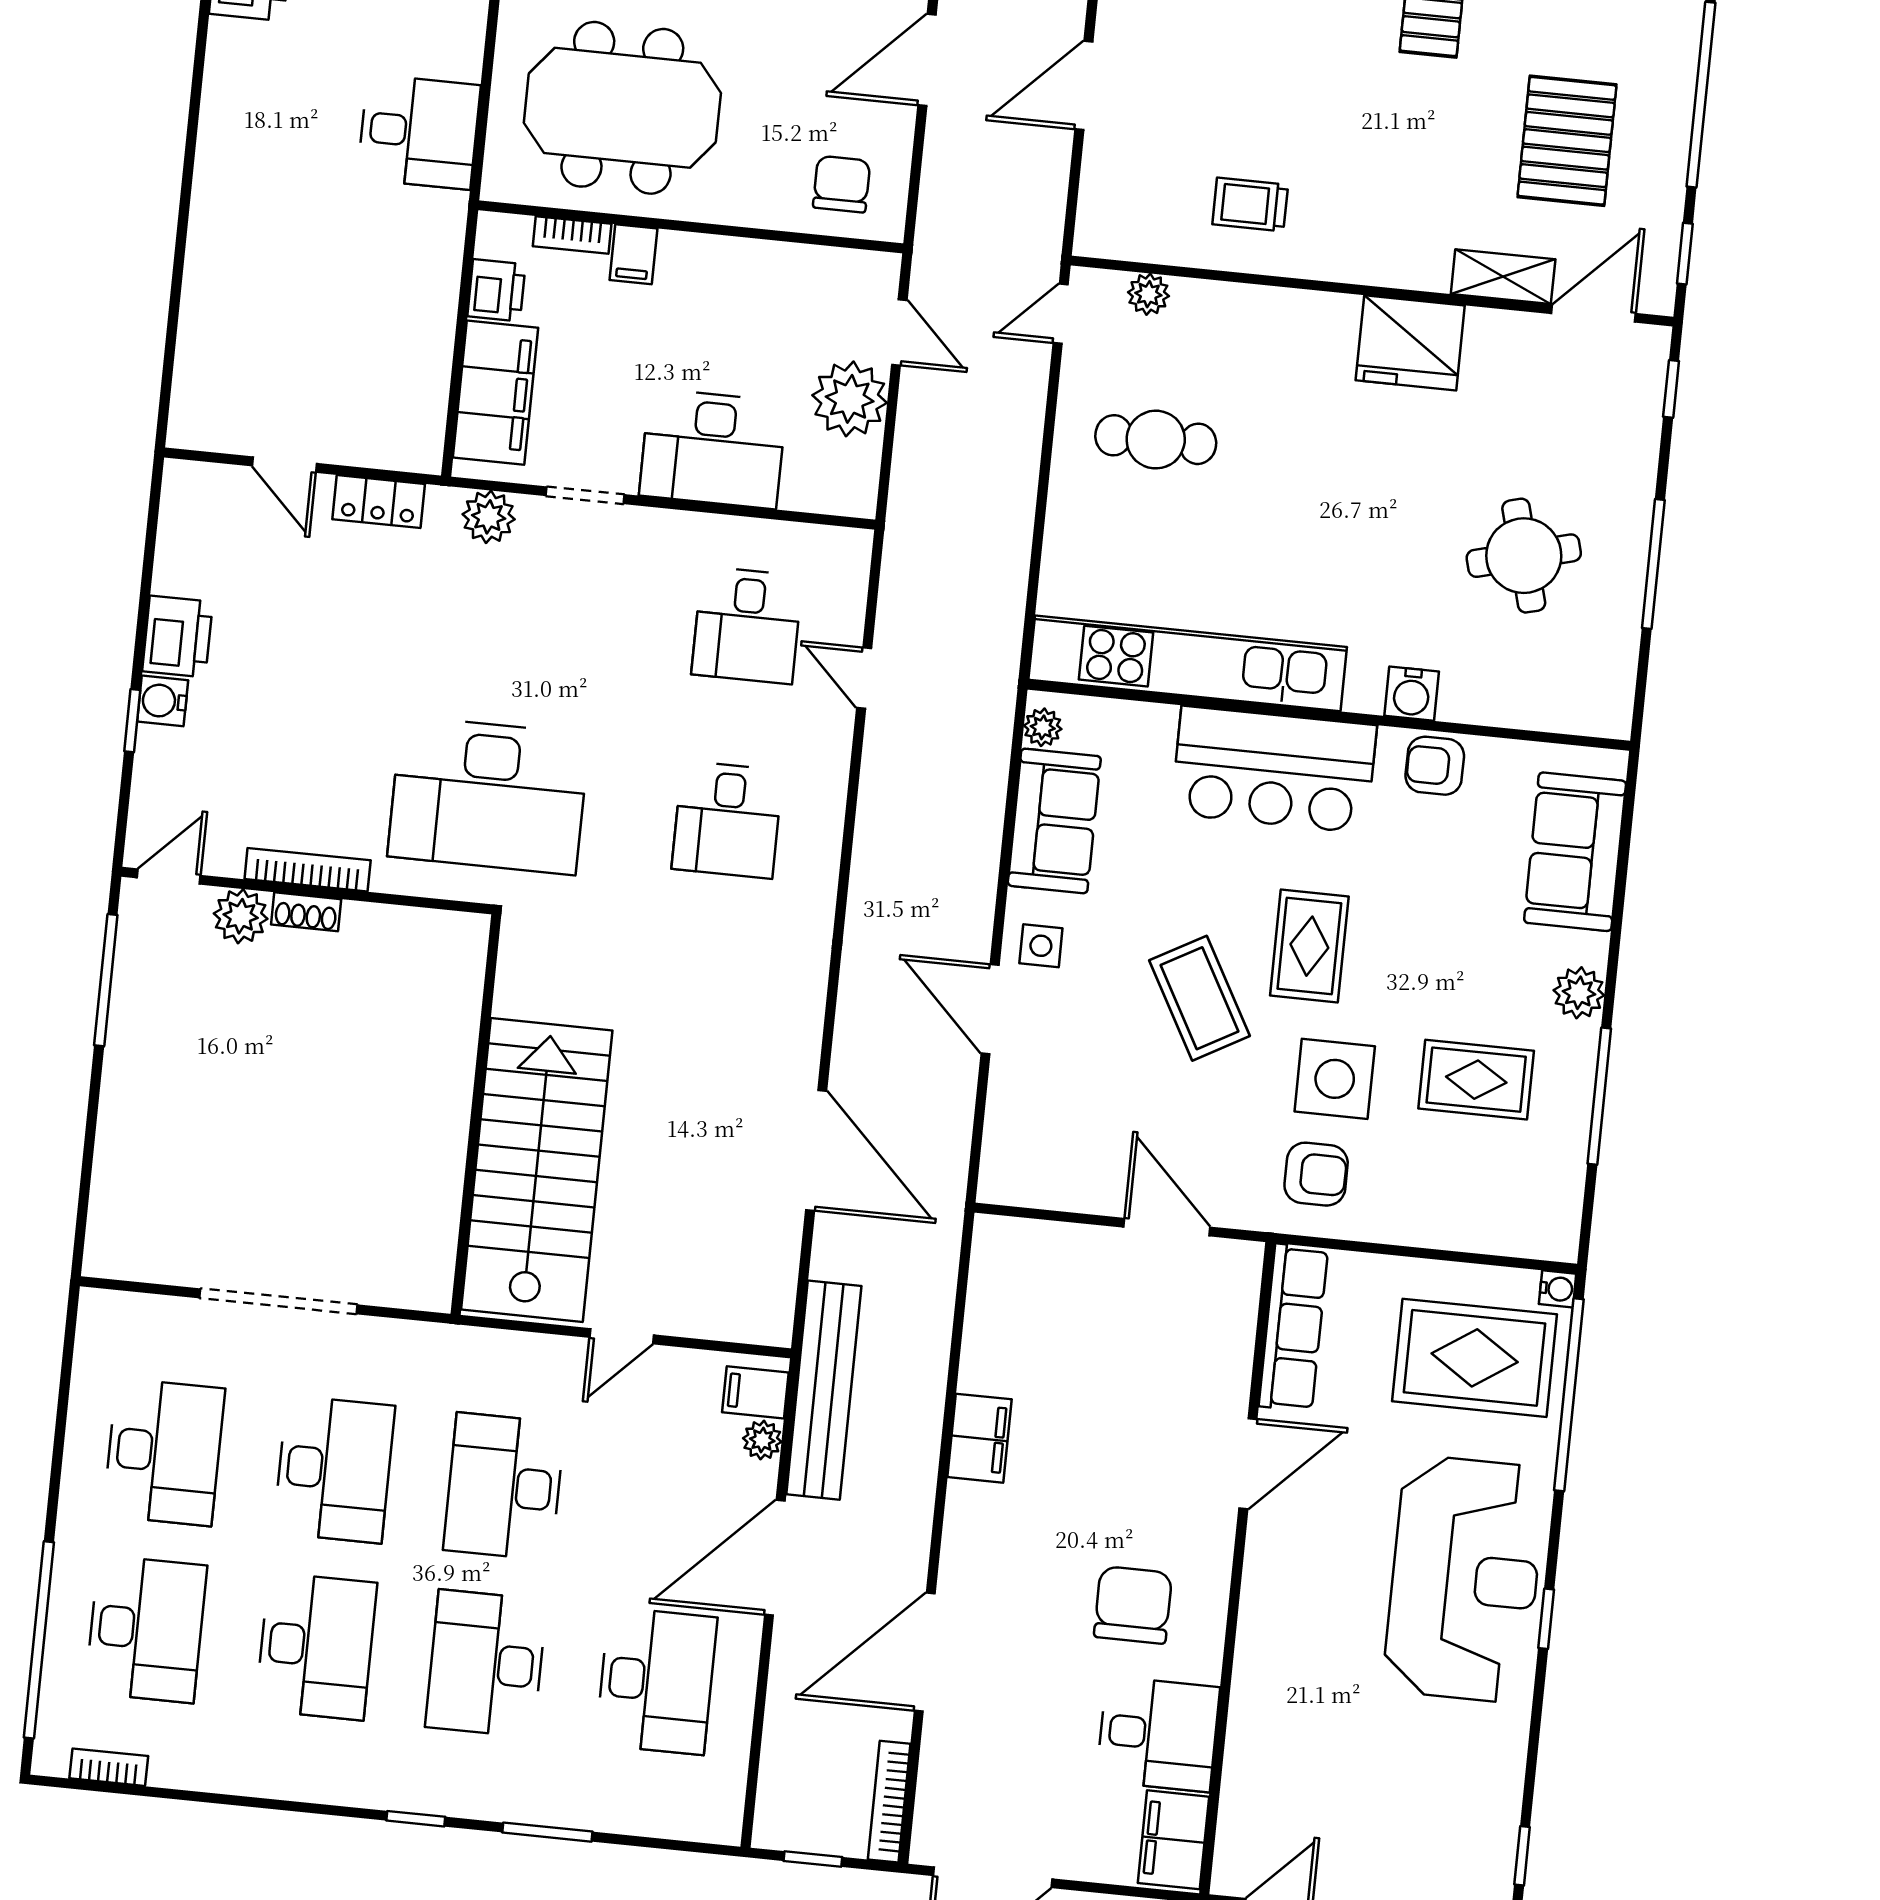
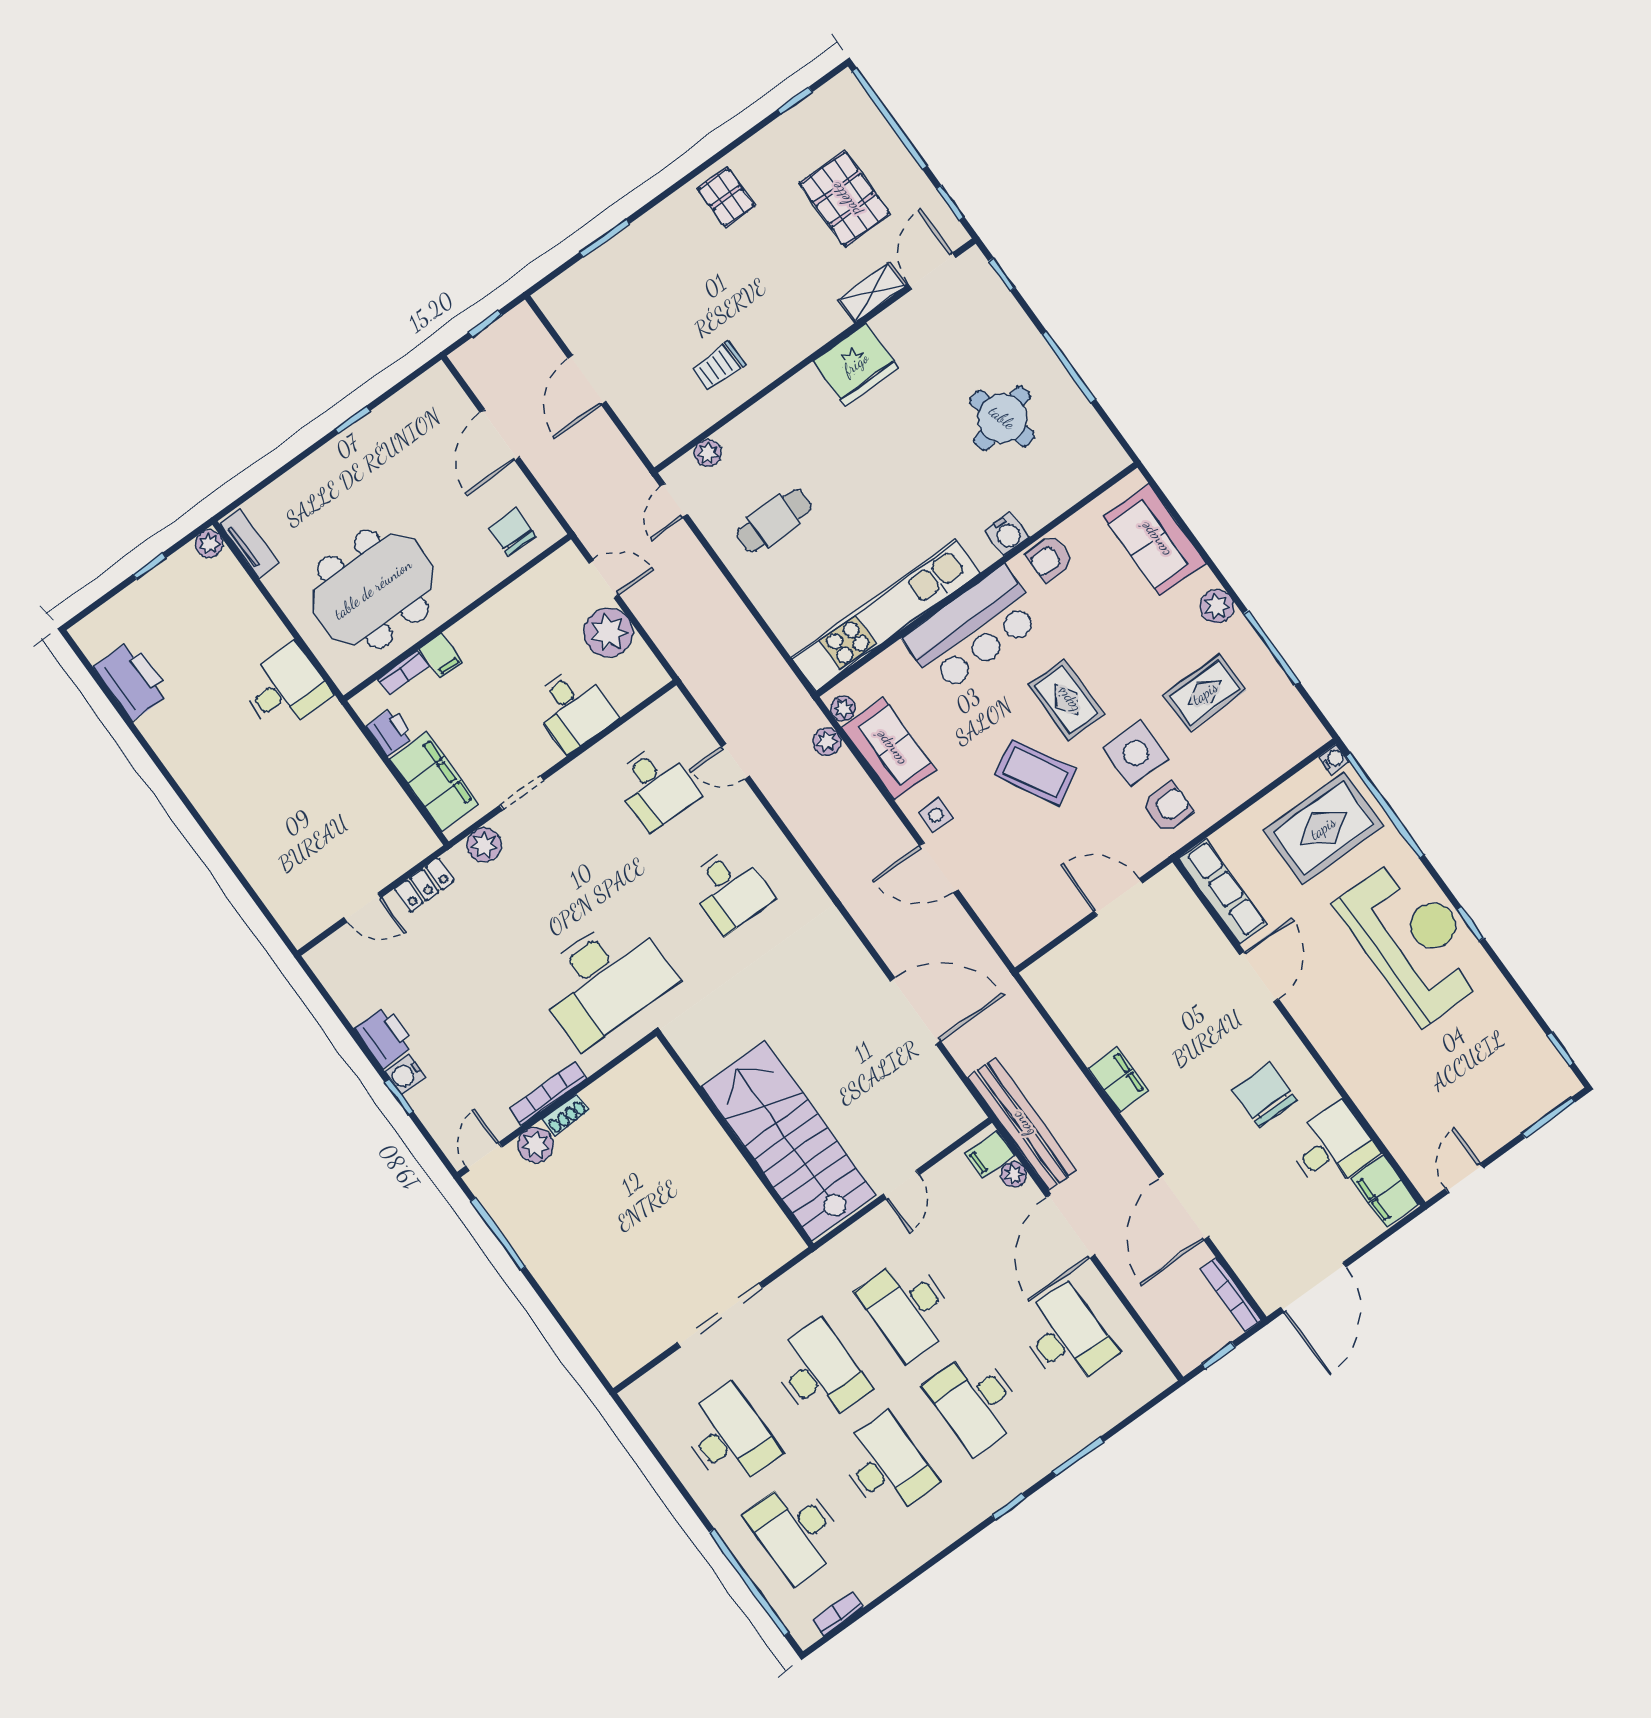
desk: (713, 449) -> (573, 708), width x0.73
plant: (990, 749) -> (827, 742), added
desk: (146, 1629) -> (796, 1531), turned 180

